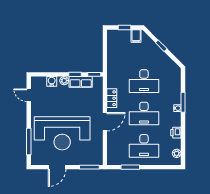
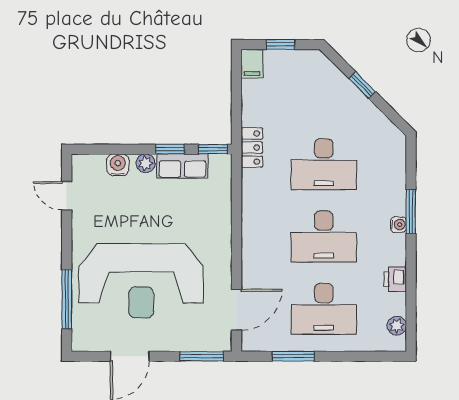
filing cabinet: (136, 36) -> (252, 64), moved
locker: (112, 98) -> (252, 148), moved
door: (105, 122) -> (237, 310), moved

